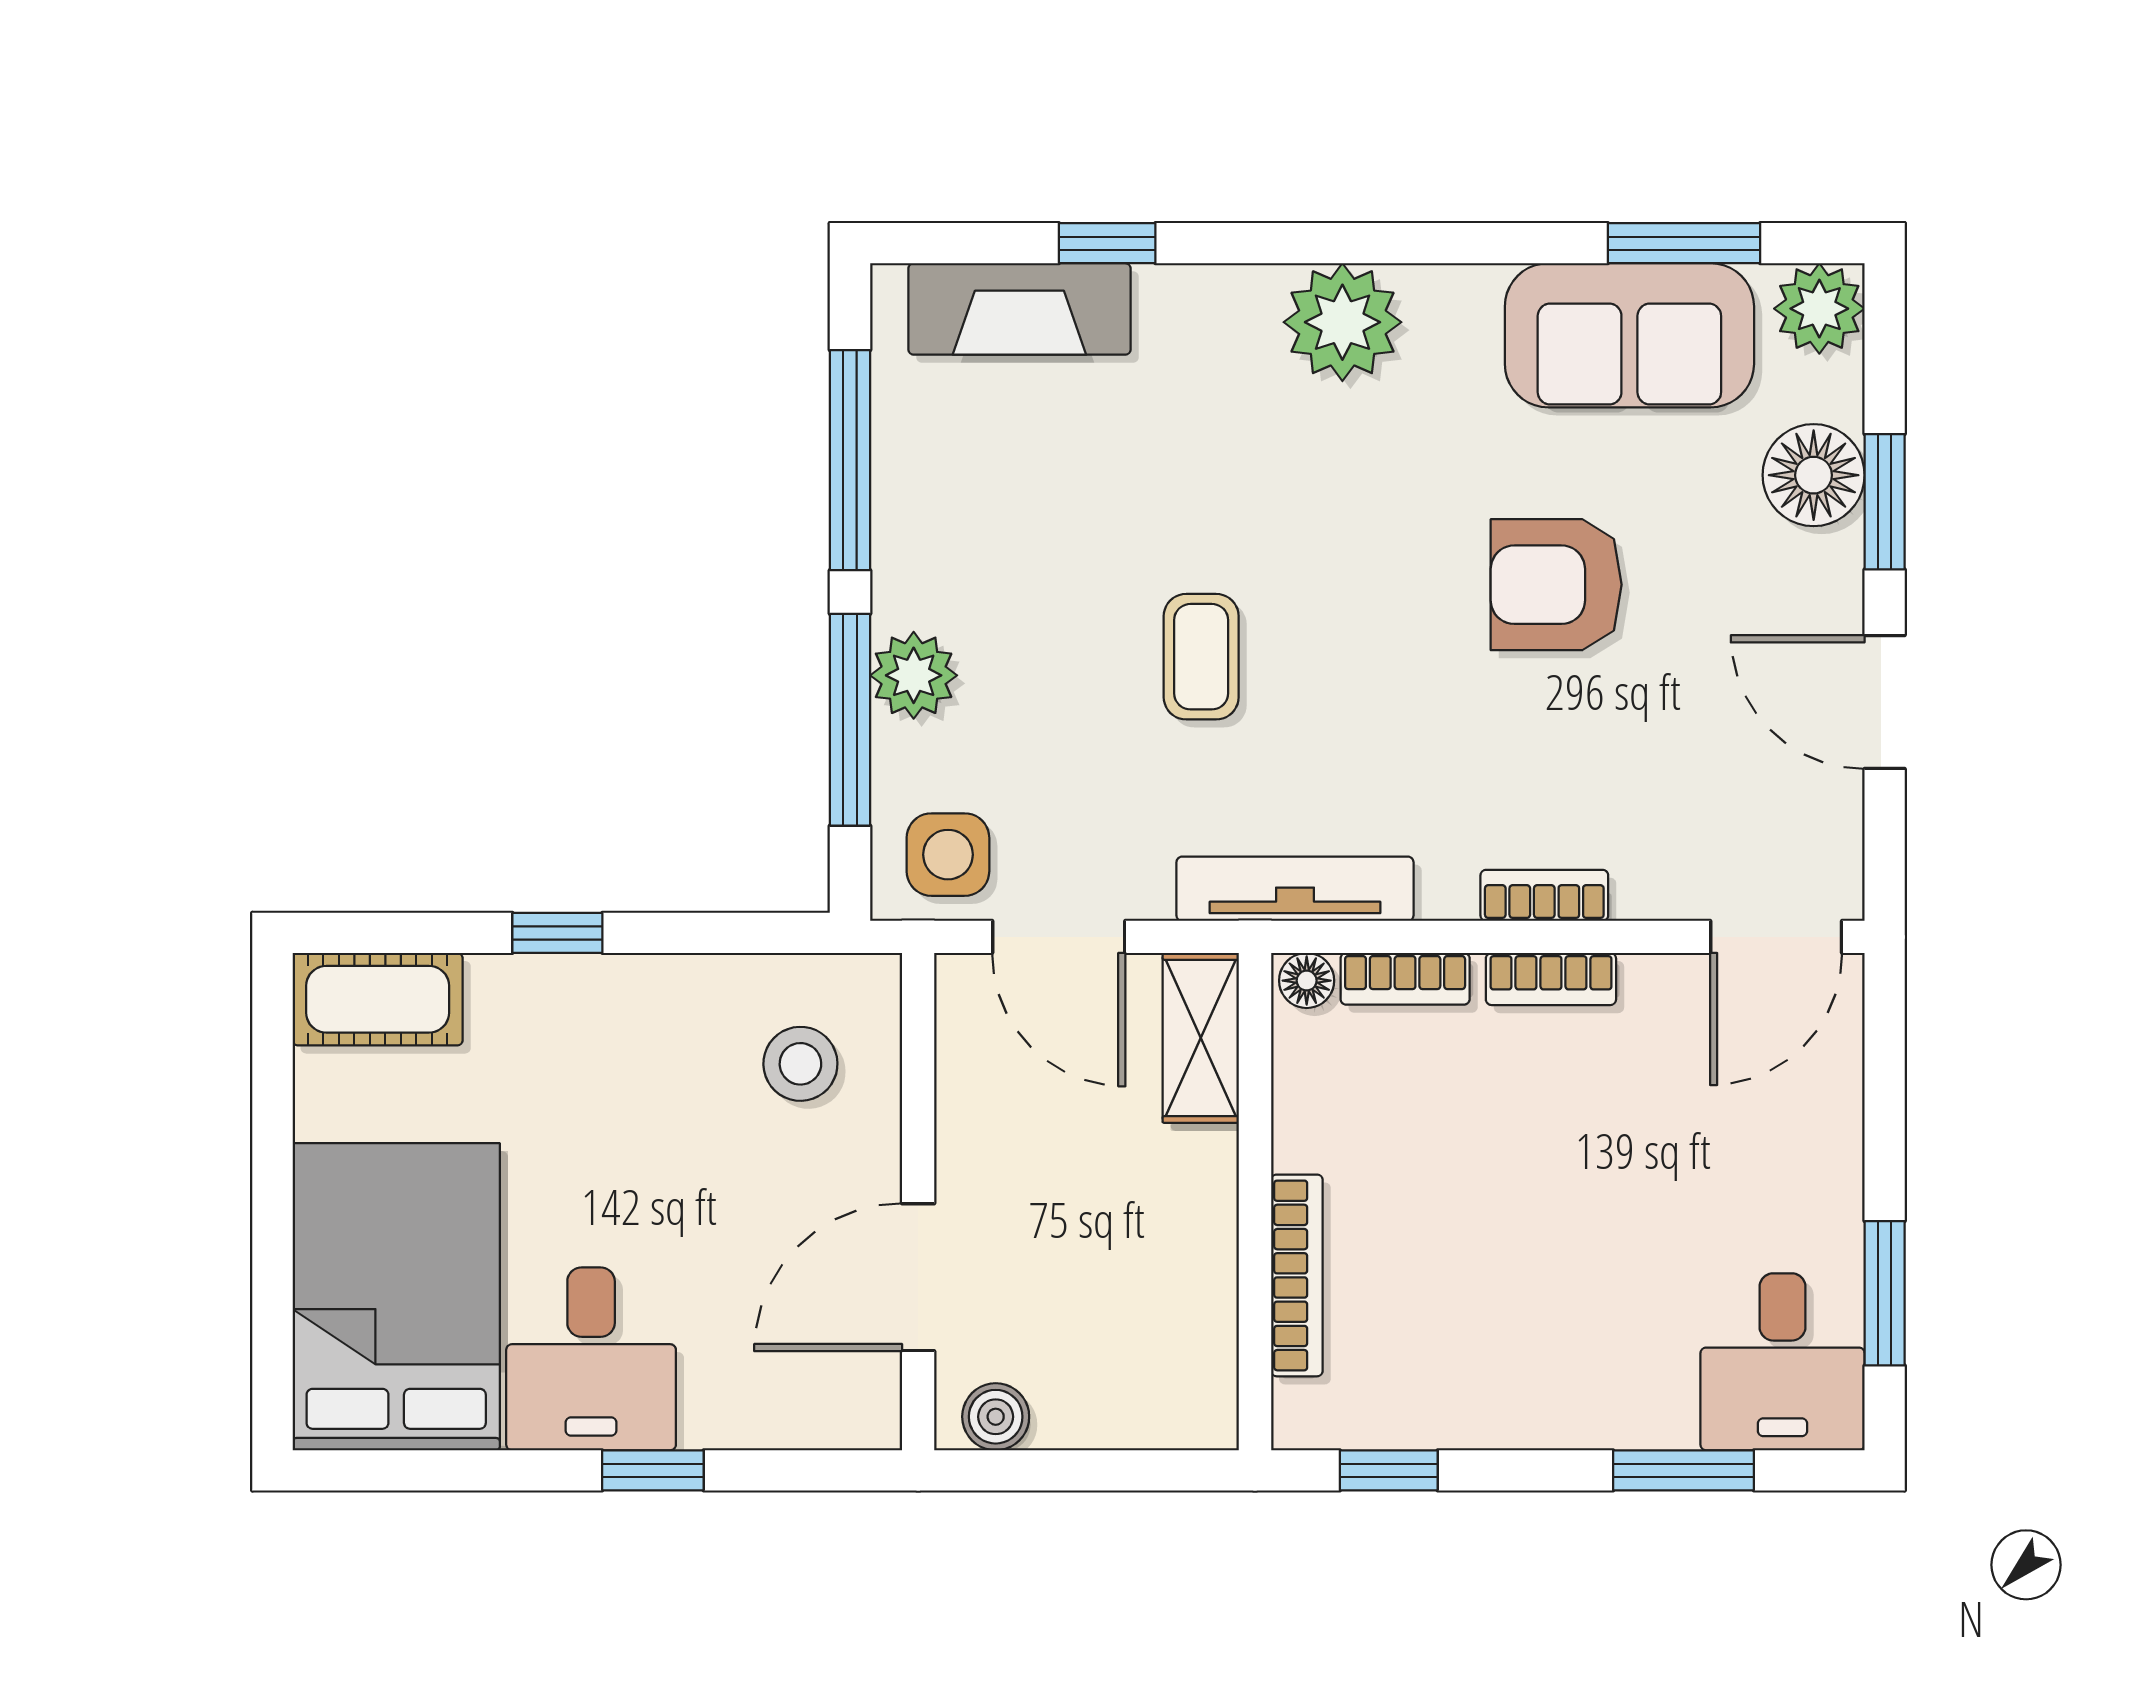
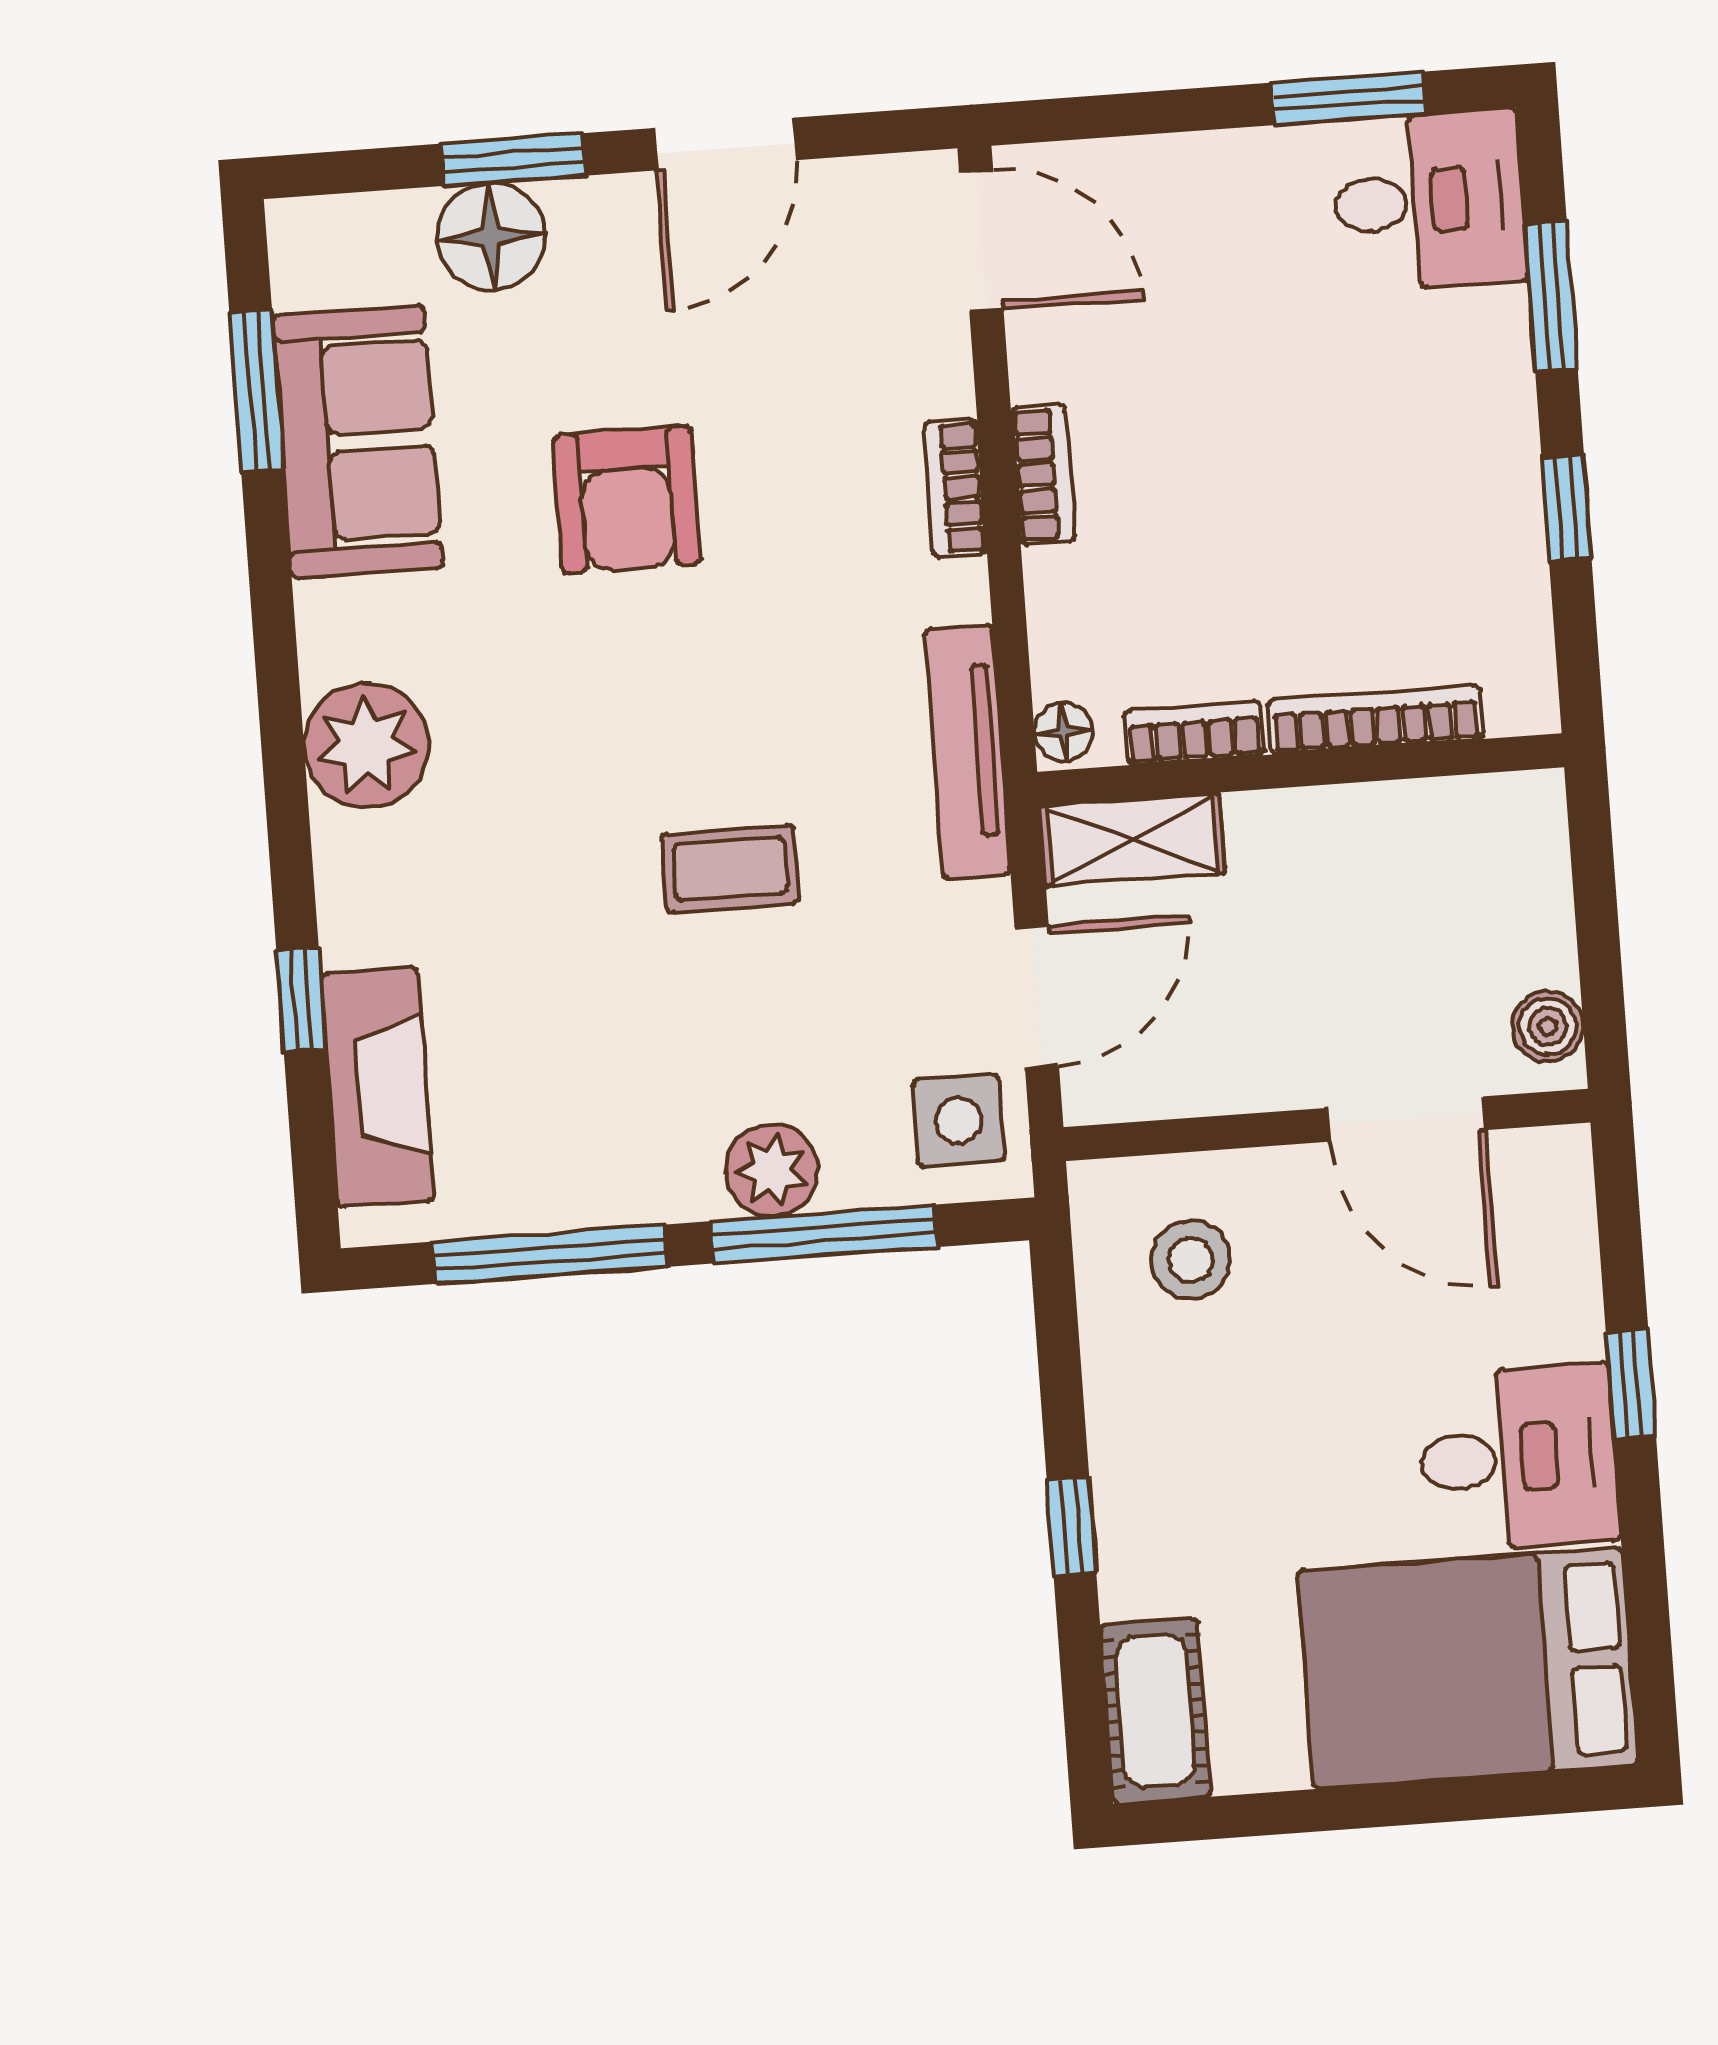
plant: (1819, 309) -> (315, 243), removed
bookcase: (1405, 979) -> (1194, 733), moved, turned -90
window: (1389, 1470) -> (1567, 508), moved

